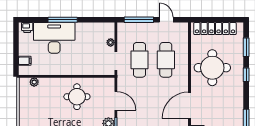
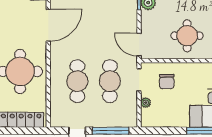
chair: (94, 59) -> (167, 82), added
door: (116, 101) -> (139, 45), moved

